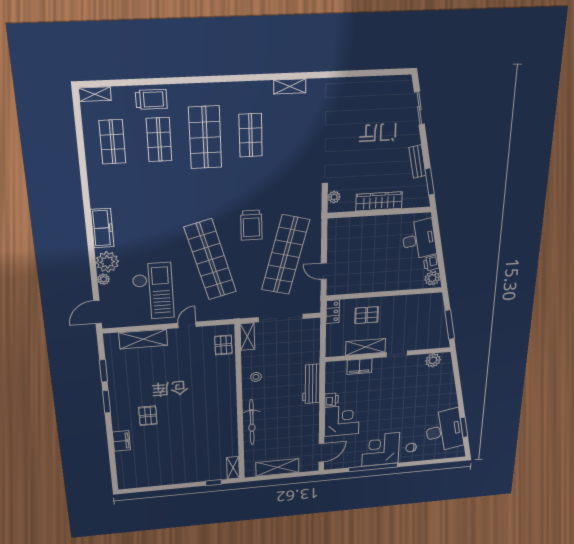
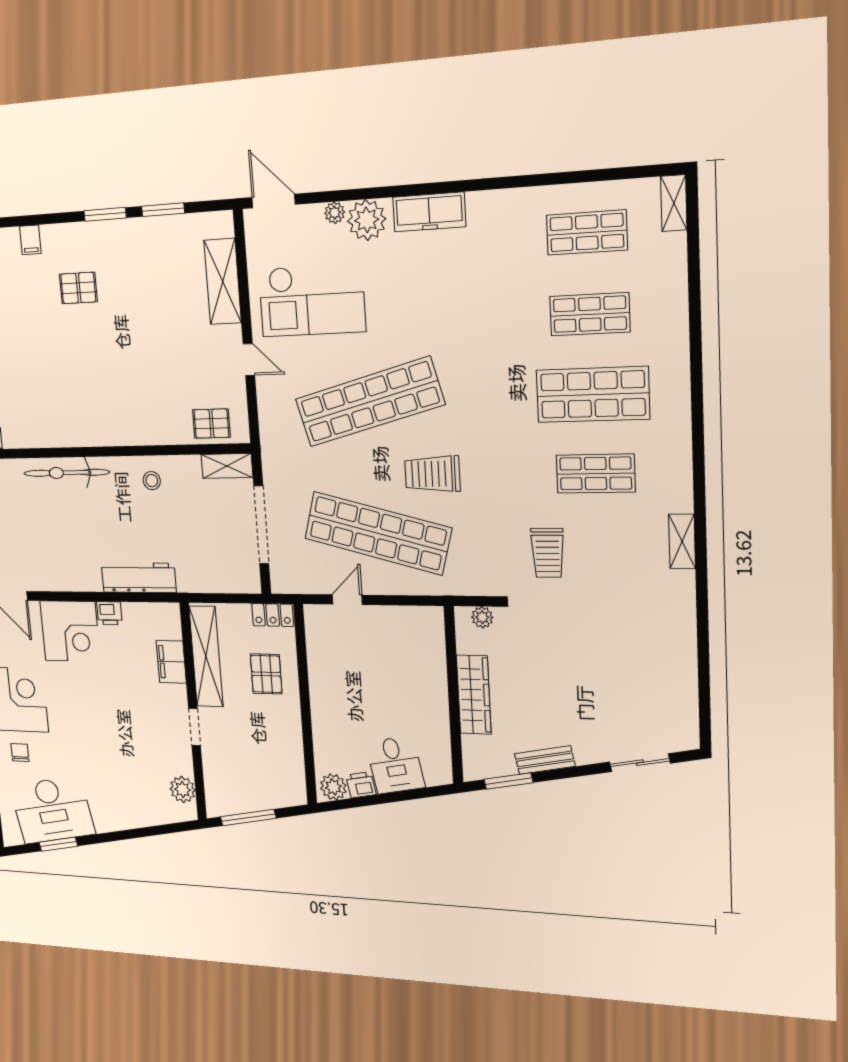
trolley: (151, 99) -> (548, 553), moved
desk: (419, 239) -> (395, 765), width x0.73
shelving: (366, 347) -> (206, 656), width x1.47
filing cabinet: (121, 441) -> (30, 240), width x0.50

